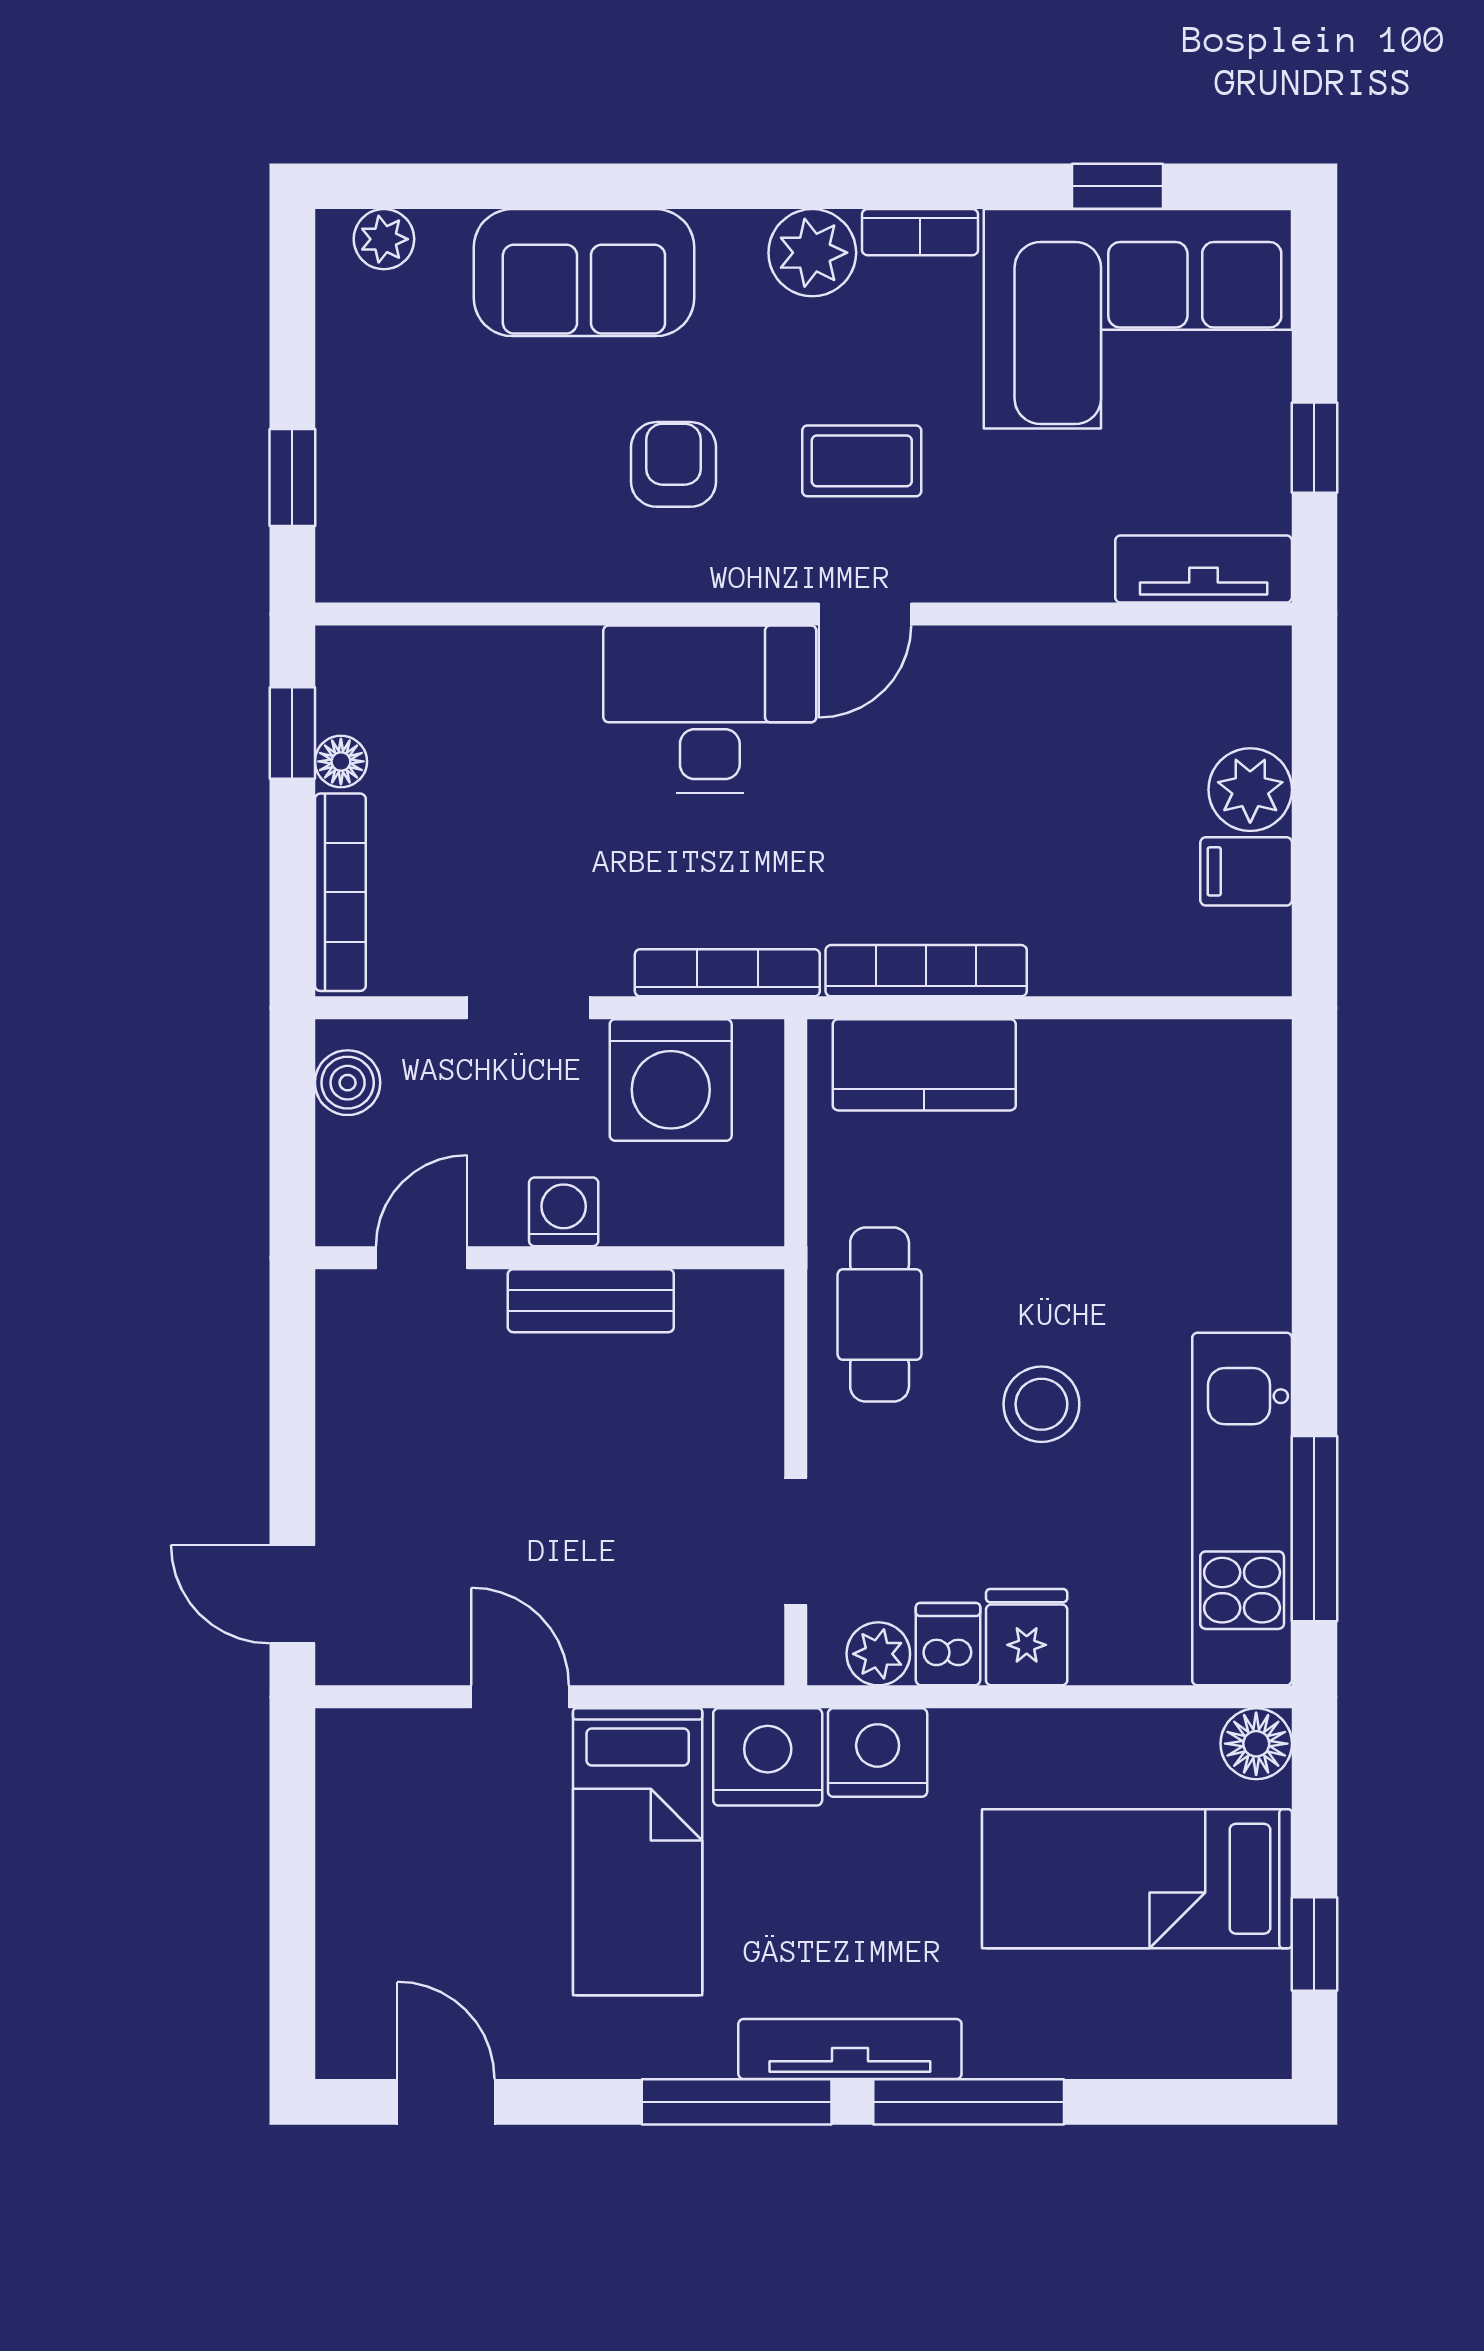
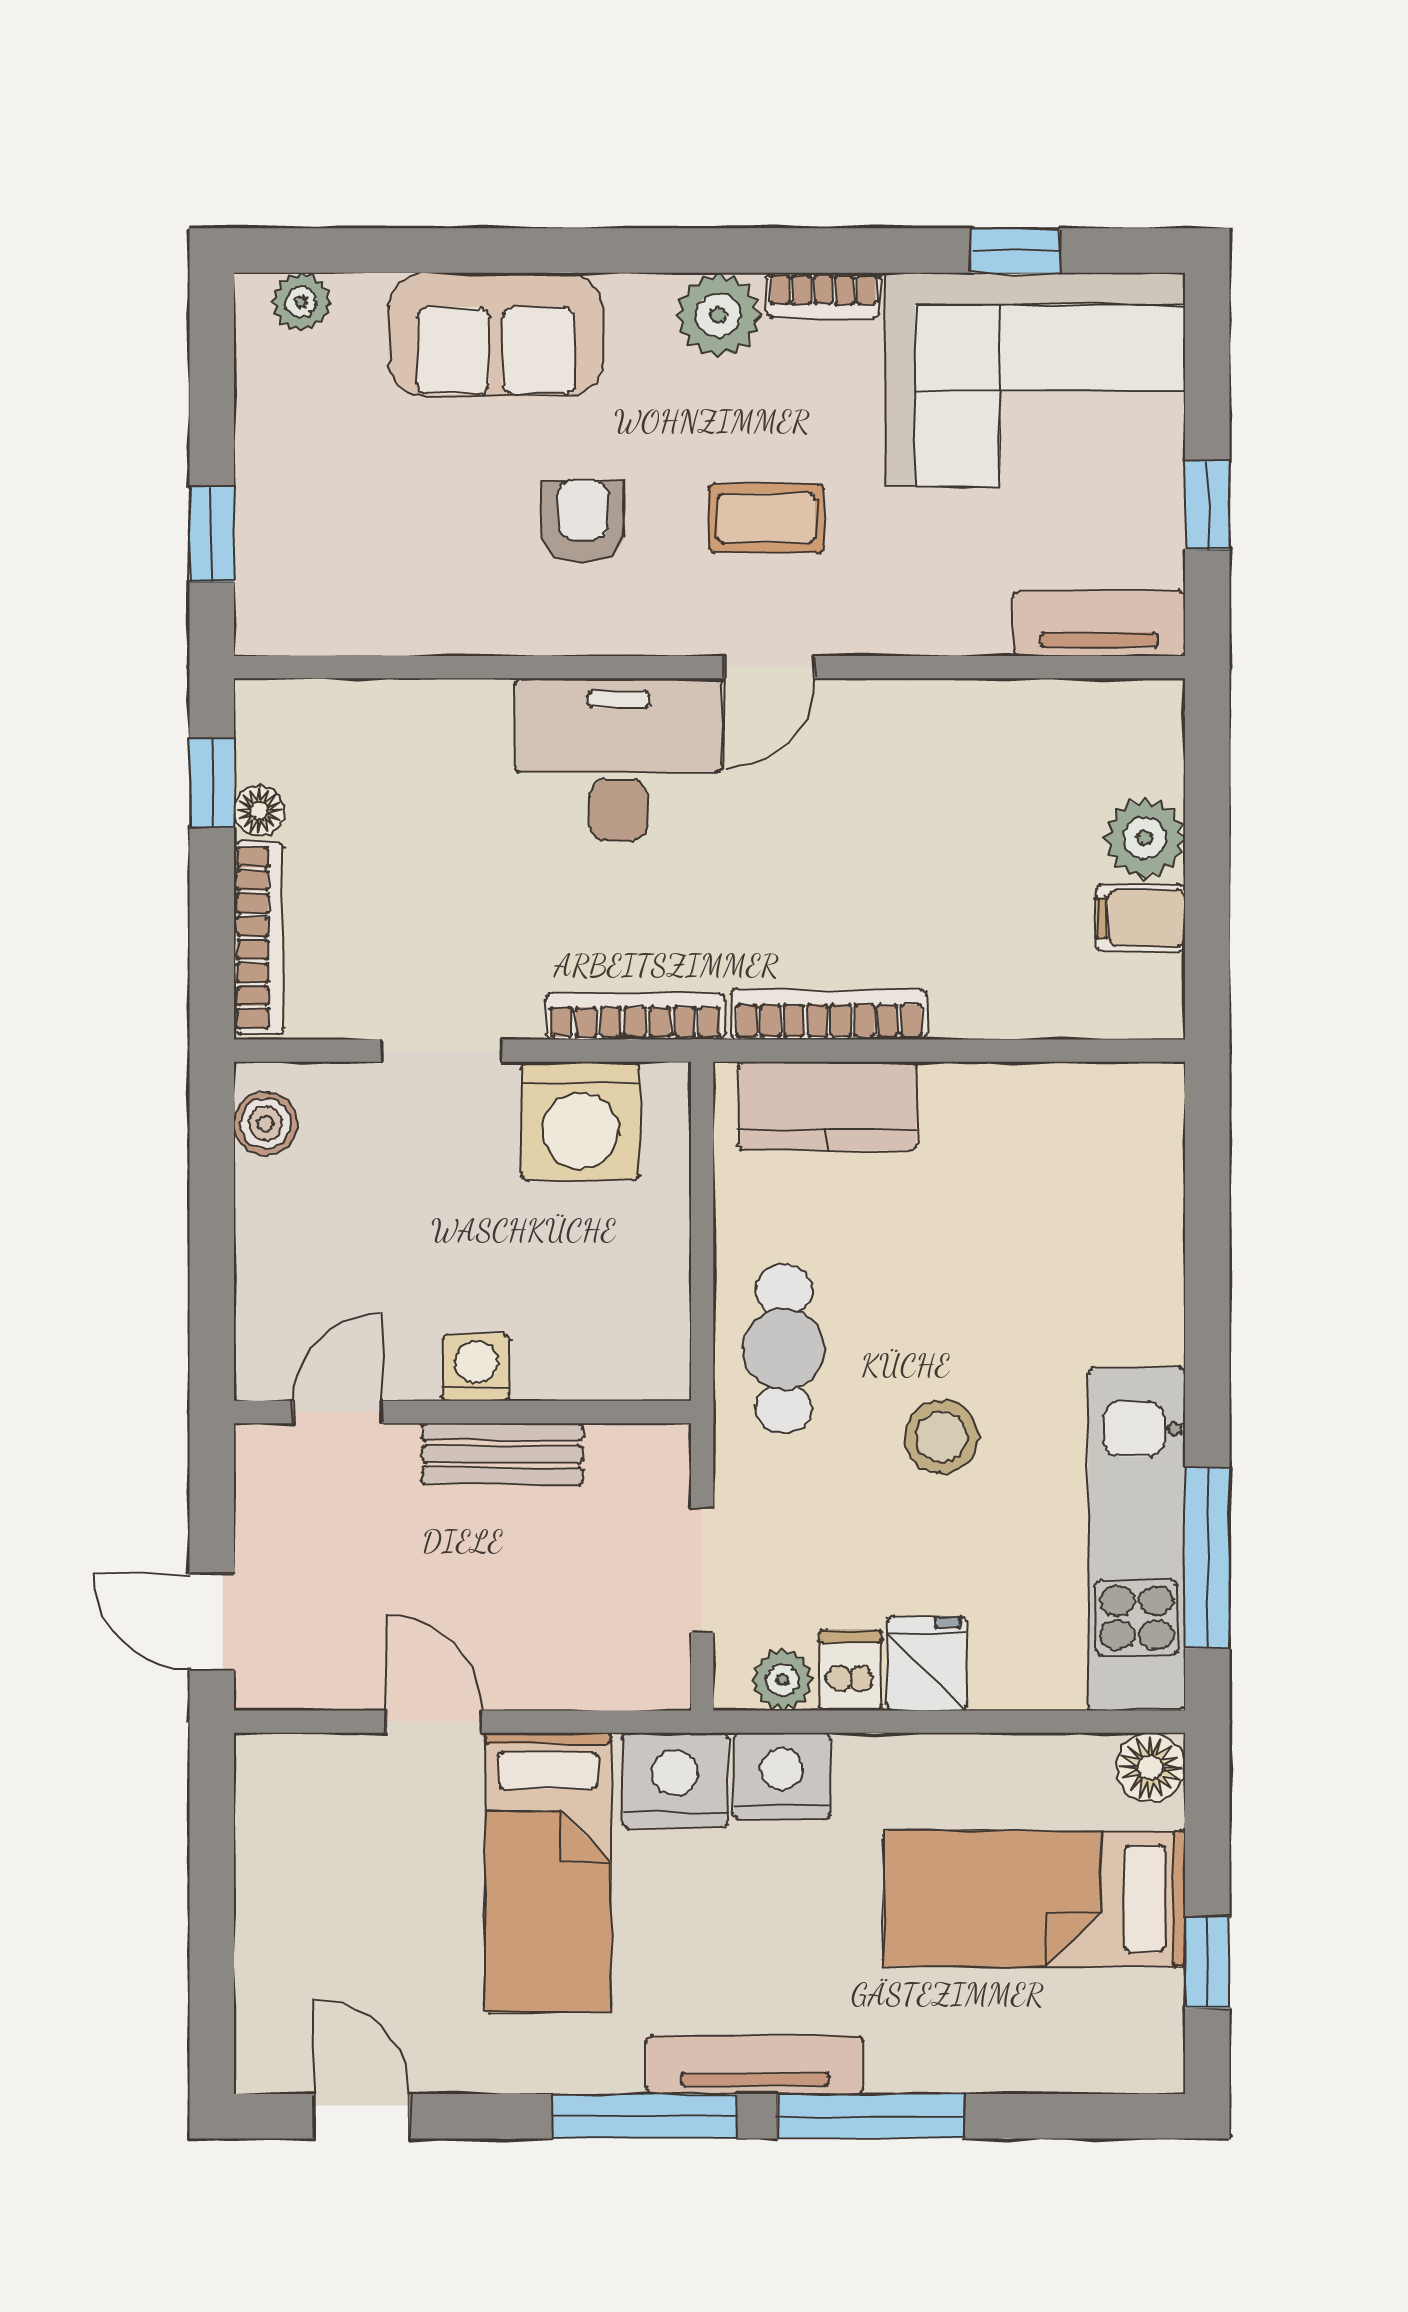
washing machine: (564, 1212) -> (476, 1367), moved
door: (422, 1258) -> (338, 1412), moved
wall: (550, 1258) -> (463, 1412), moved
bench: (591, 1301) -> (503, 1454), moved

